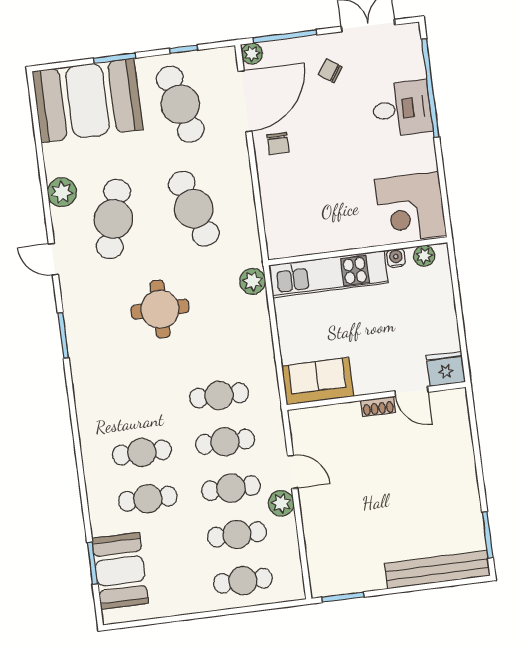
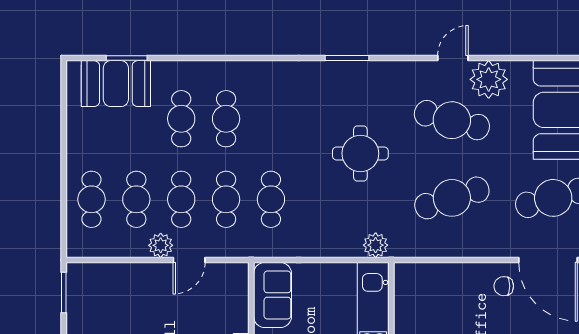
plant: (62, 192) -> (489, 79), width x1.36, depth x1.36
door: (53, 259) -> (453, 58), moved

